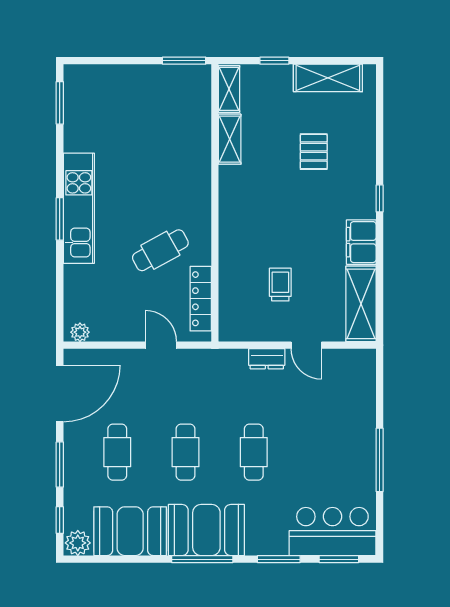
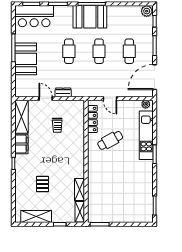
kitchen unit: (79, 208) -> (146, 135), moved
booth: (130, 531) -> (26, 59), moved, turned 90

